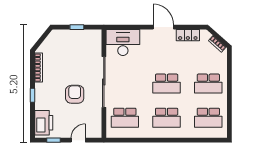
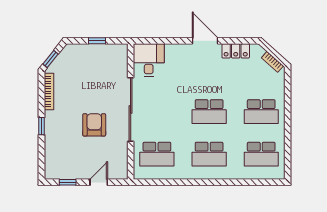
window: (40, 42) -> (51, 59), added
desk: (123, 42) -> (149, 60), width x0.73
printer: (44, 123) -> (55, 161), removed

